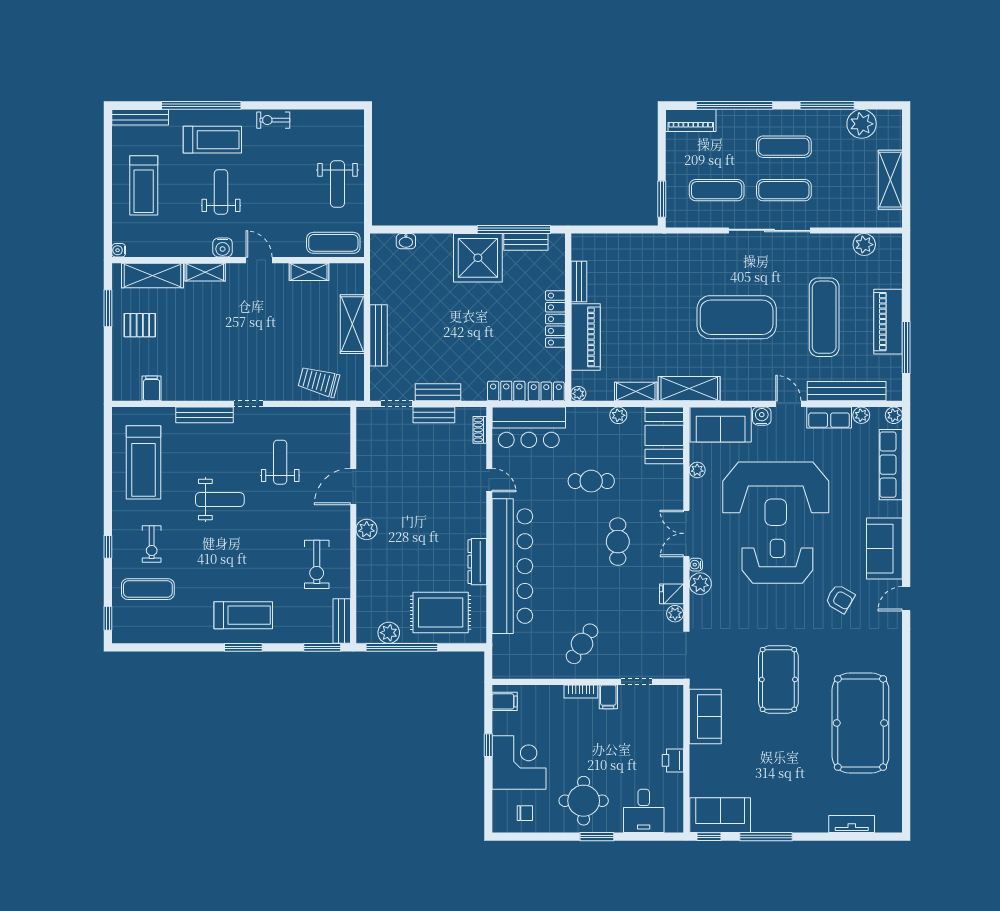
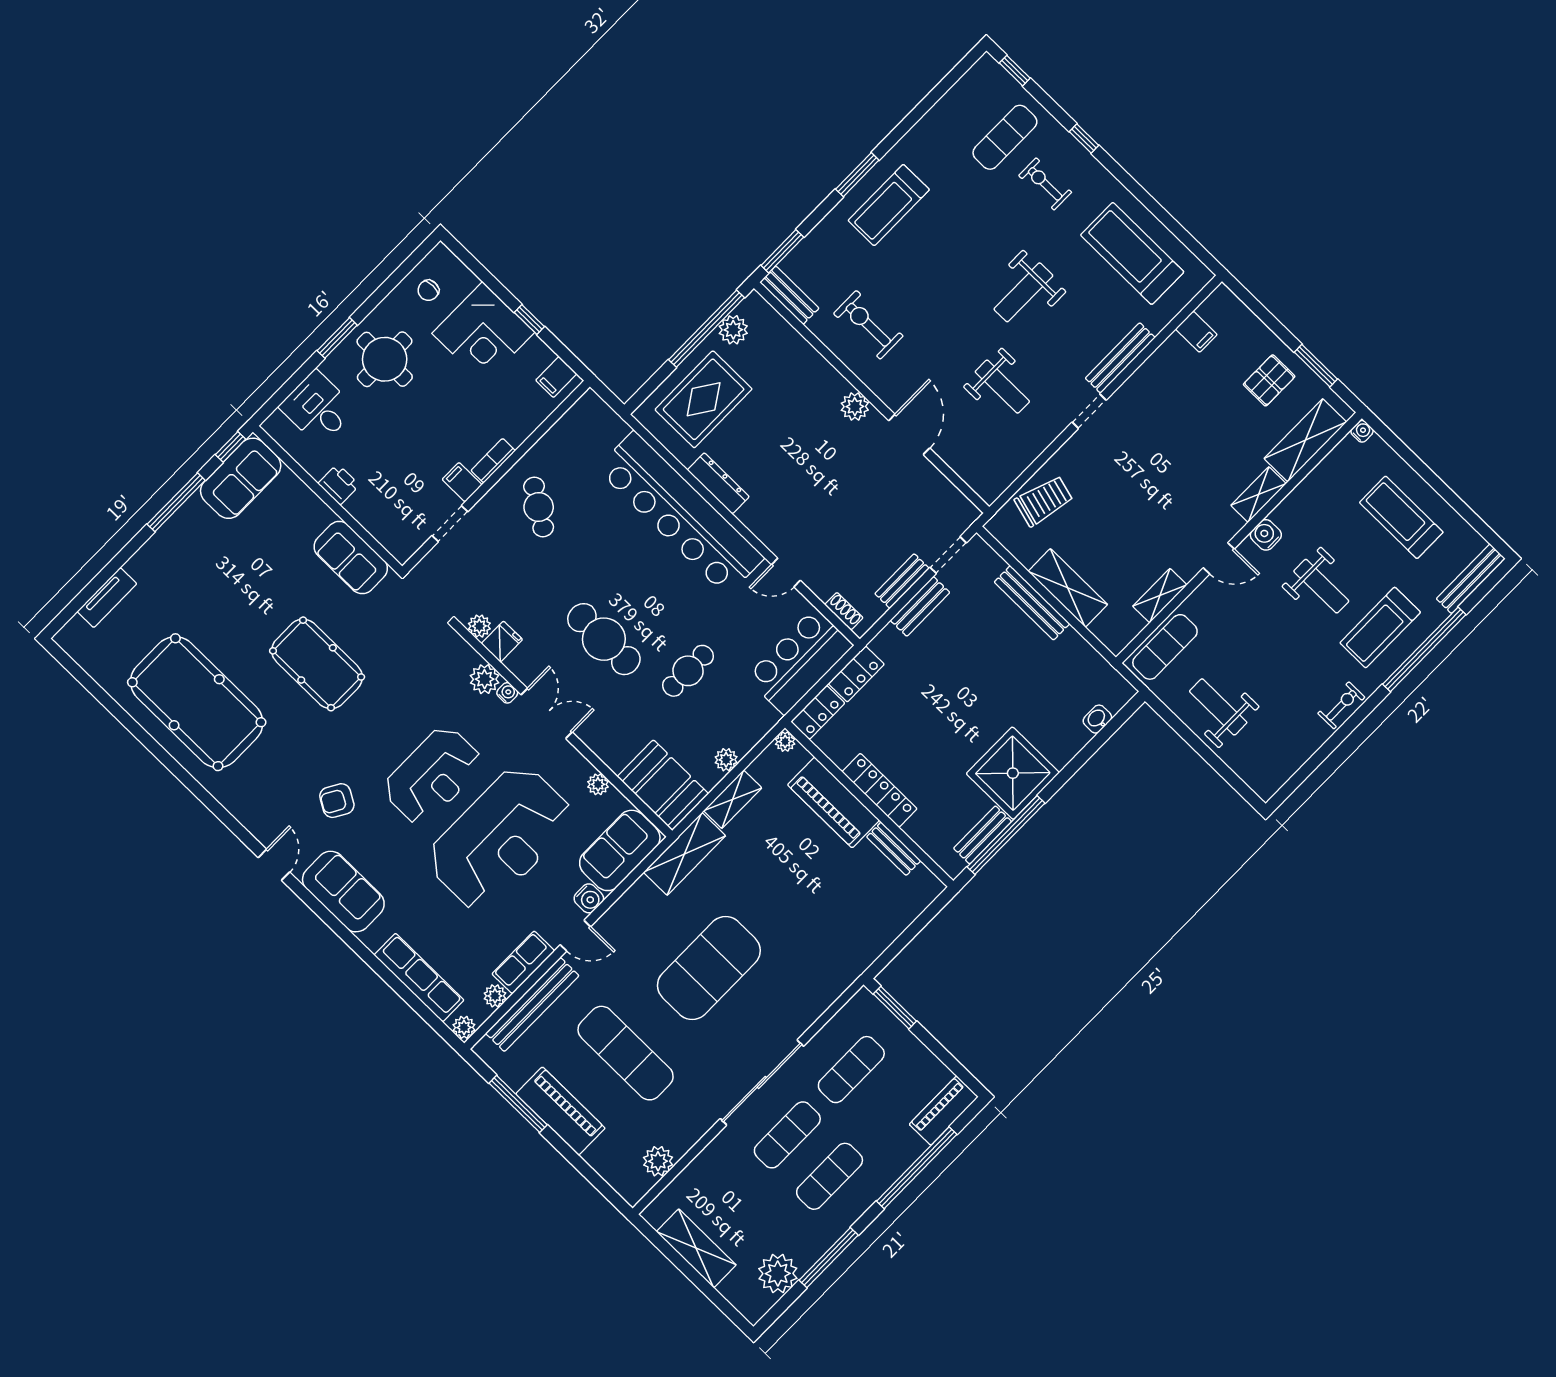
reception desk: (776, 494) -> (500, 838), turned 180
cafe table: (618, 542) -> (604, 639), width x1.37, depth x1.35

